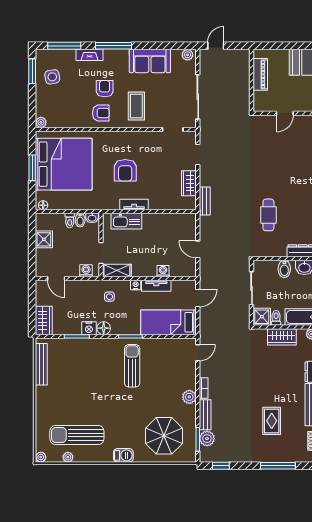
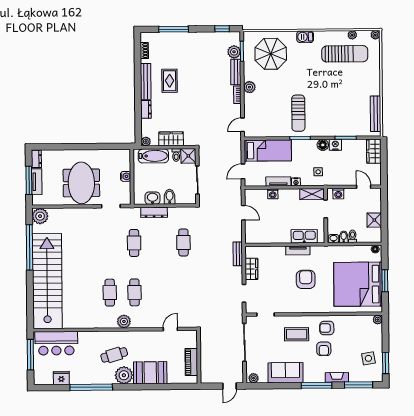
coffee table: (136, 106) -> (297, 334), turned 90
rug: (272, 421) -> (170, 81), moved

